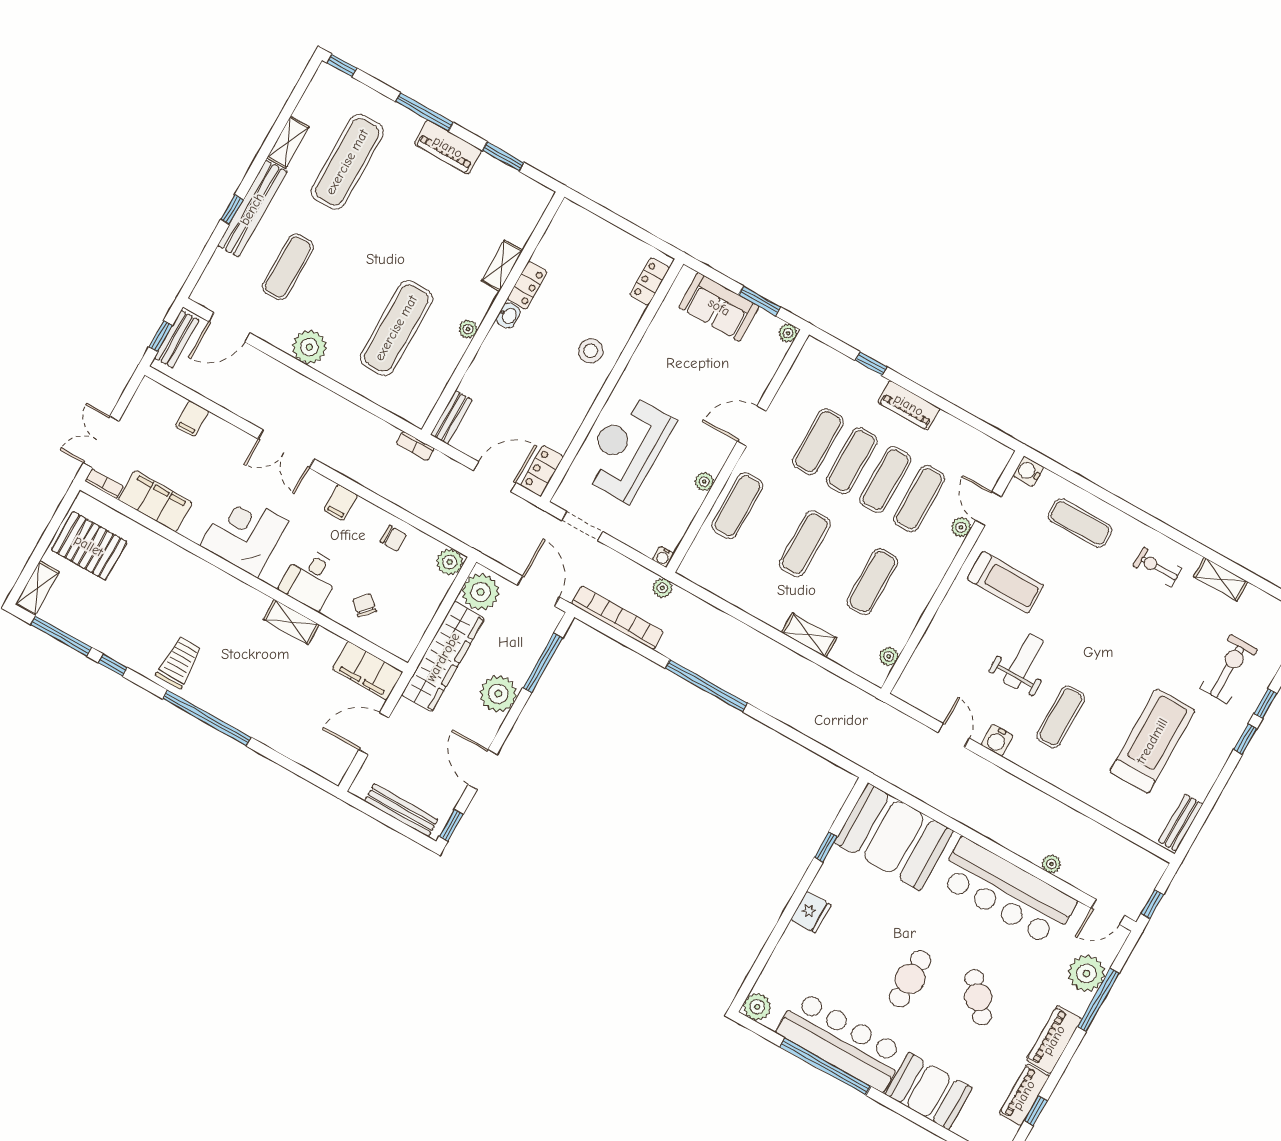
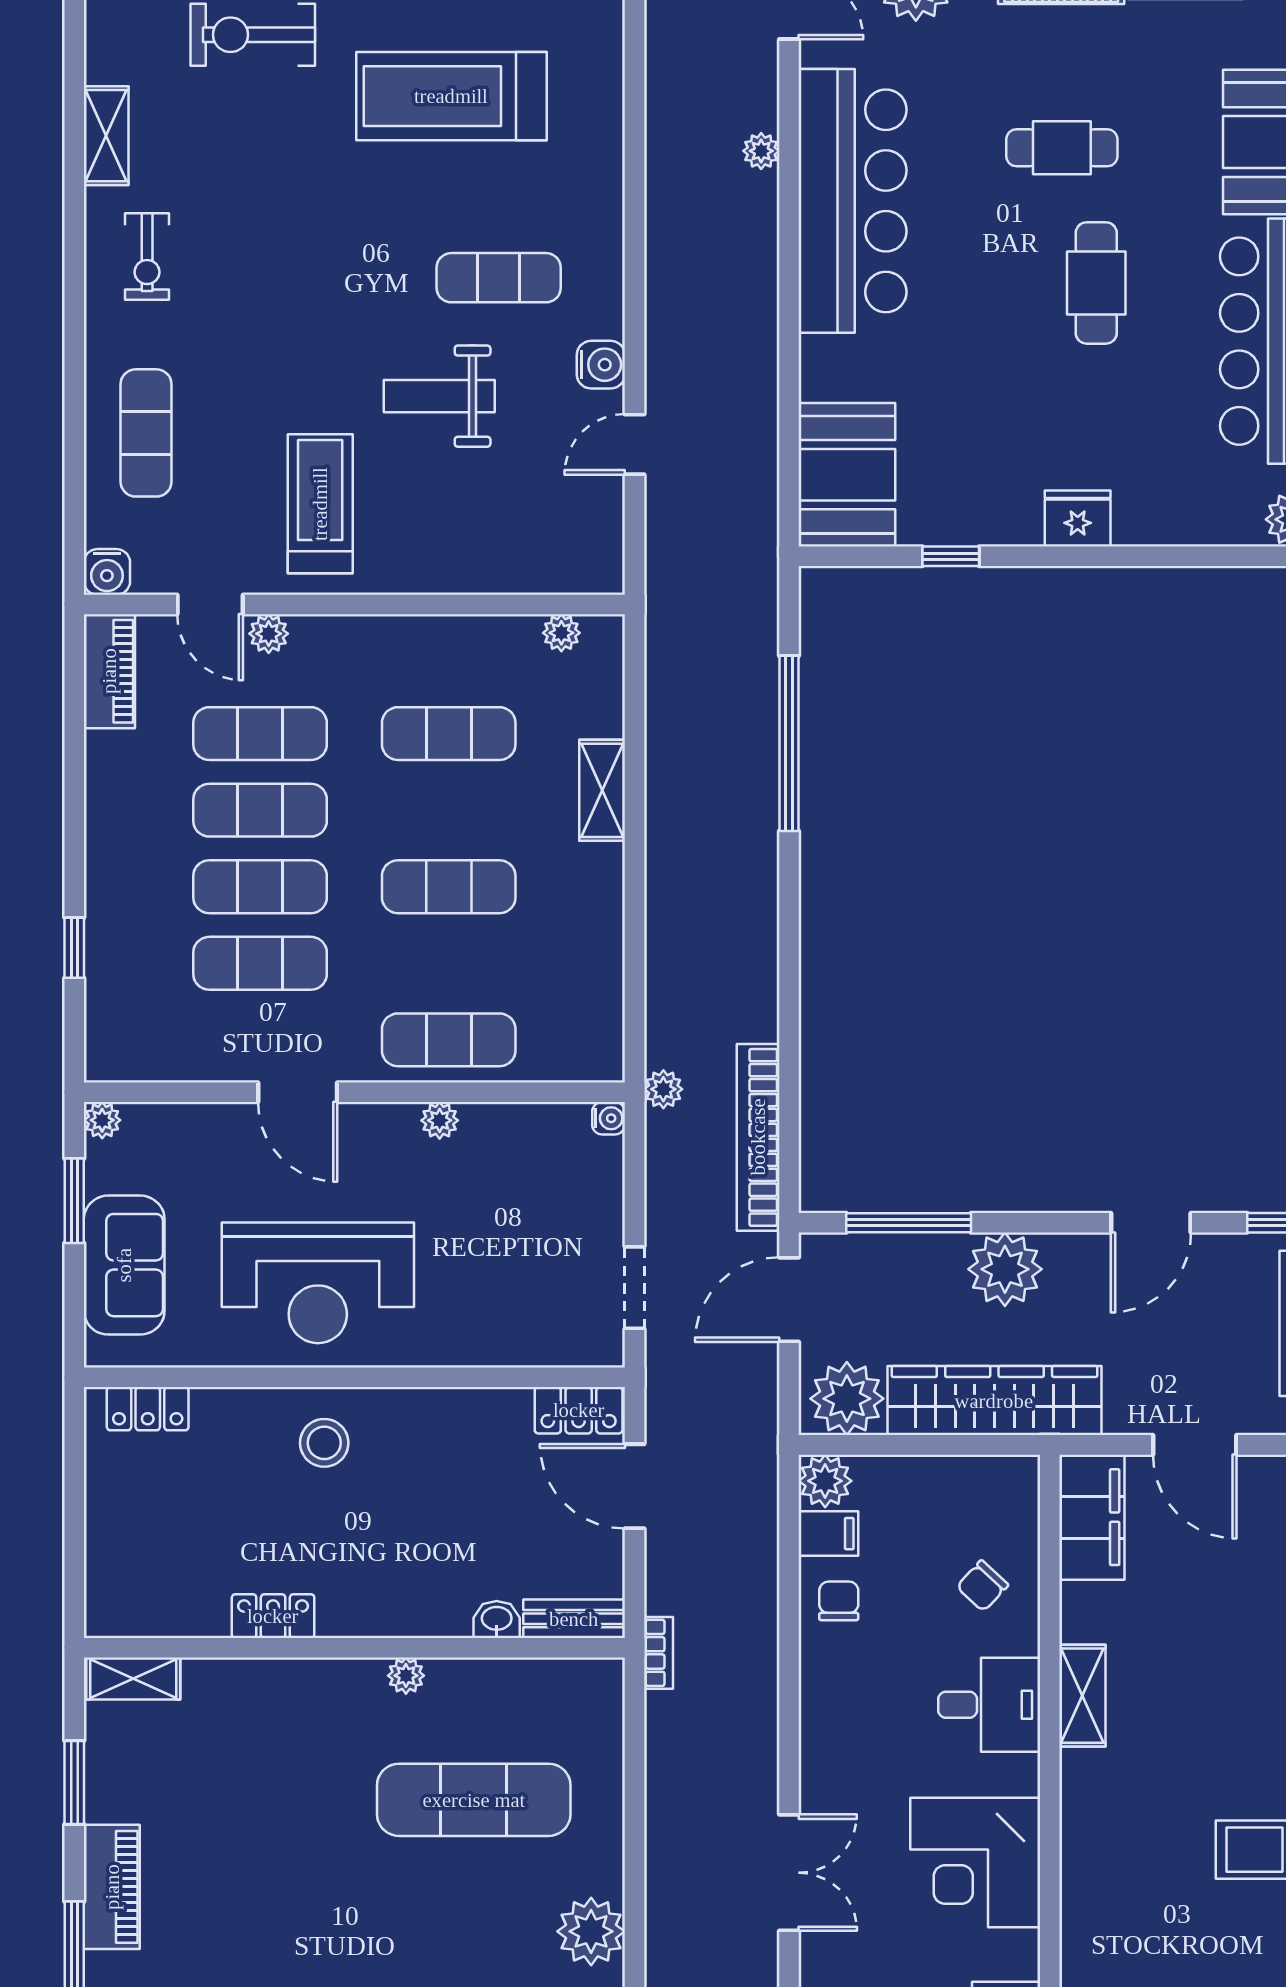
shelving: (502, 266) -> (133, 1678), moved
washbasin: (508, 315) -> (497, 1619), moved
piano: (909, 405) -> (109, 671), moved
reception desk: (627, 448) -> (318, 1283), moved
filing cabinet: (341, 503) -> (828, 1534), moved
door: (988, 509) -> (210, 605), hinge flipped
window: (706, 686) -> (789, 743), moved
booth: (894, 837) -> (847, 475), width x0.73, depth x0.70
cafe table: (910, 979) -> (1096, 283), turned 90
cafe table: (978, 997) -> (1062, 148), turned 41

